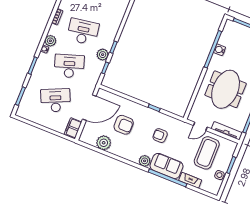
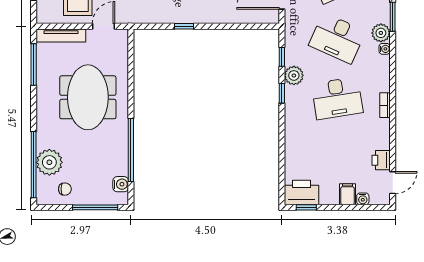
plant: (50, 41) -> (381, 33), moved
water cooler: (220, 50) -> (121, 184), moved
desk: (69, 66) -> (337, 38), turned 42

